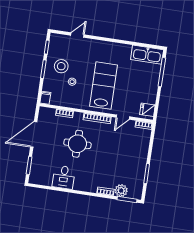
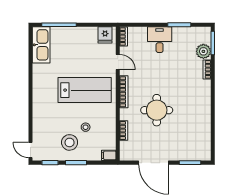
door: (77, 35) -> (31, 150), moved
lab bench: (103, 86) -> (85, 90), turned 180
desk: (64, 177) -> (160, 40), moved, turned -90

